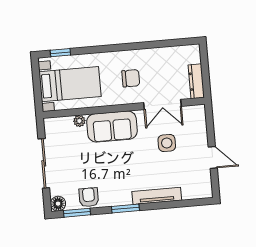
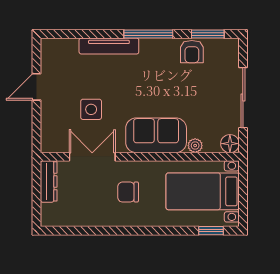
door: (213, 157) -> (37, 87), hinge flipped
floor lamp: (58, 204) -> (230, 144), moved
window: (125, 208) -> (148, 34), width x1.44

